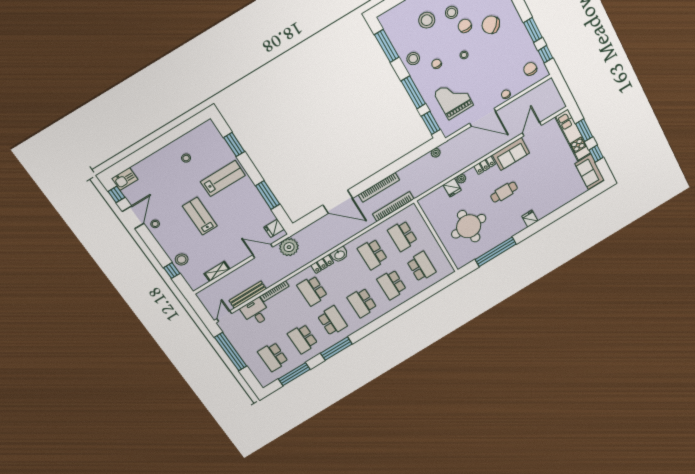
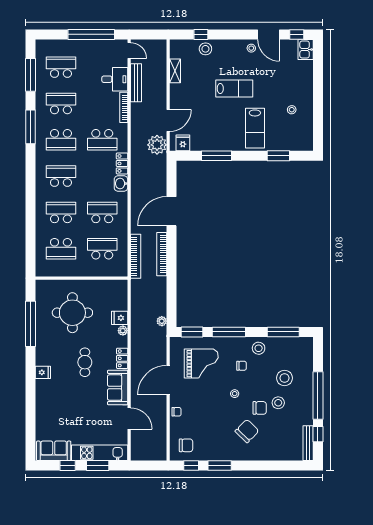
school desk: (312, 291) -> (102, 140), turned 180

